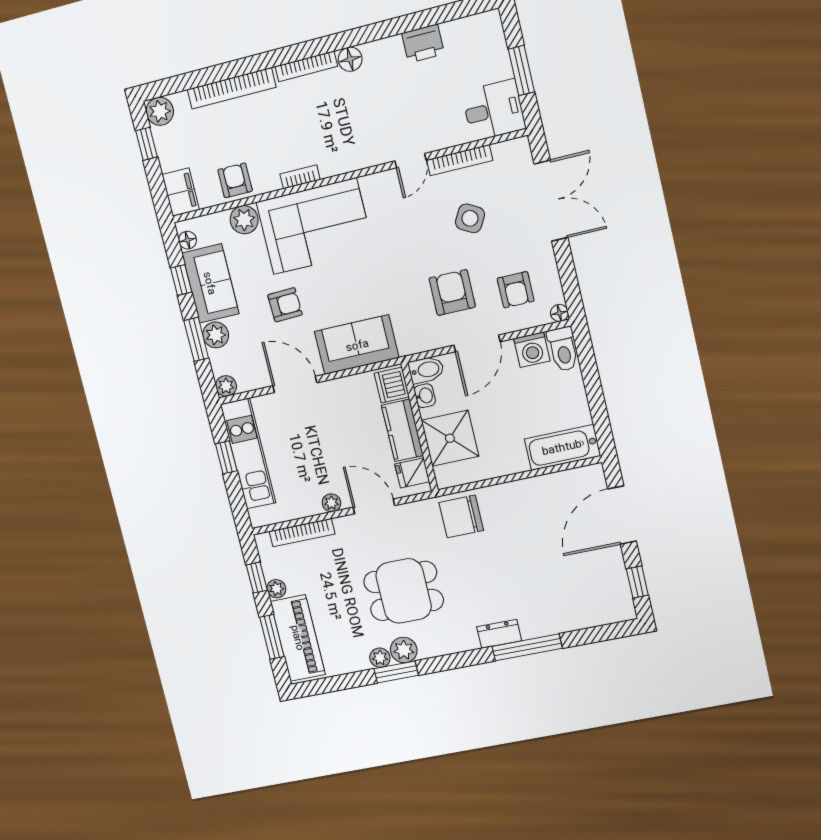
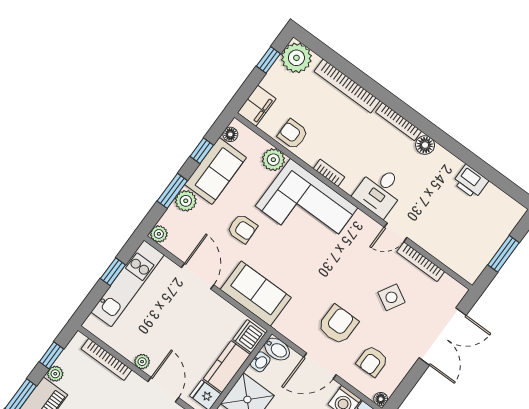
desk: (494, 110) -> (380, 191), moved, turned 90
plant: (160, 111) -> (296, 58), width x1.36, depth x1.36
armchair: (235, 180) -> (293, 134), turned -90

